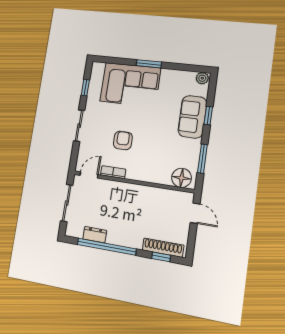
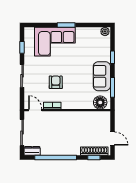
sofa: (192, 117) -> (102, 76), moved
door: (89, 175) -> (35, 110), hinge flipped
door: (195, 213) -> (112, 139), moved
dresser: (95, 235) -> (32, 151), moved

